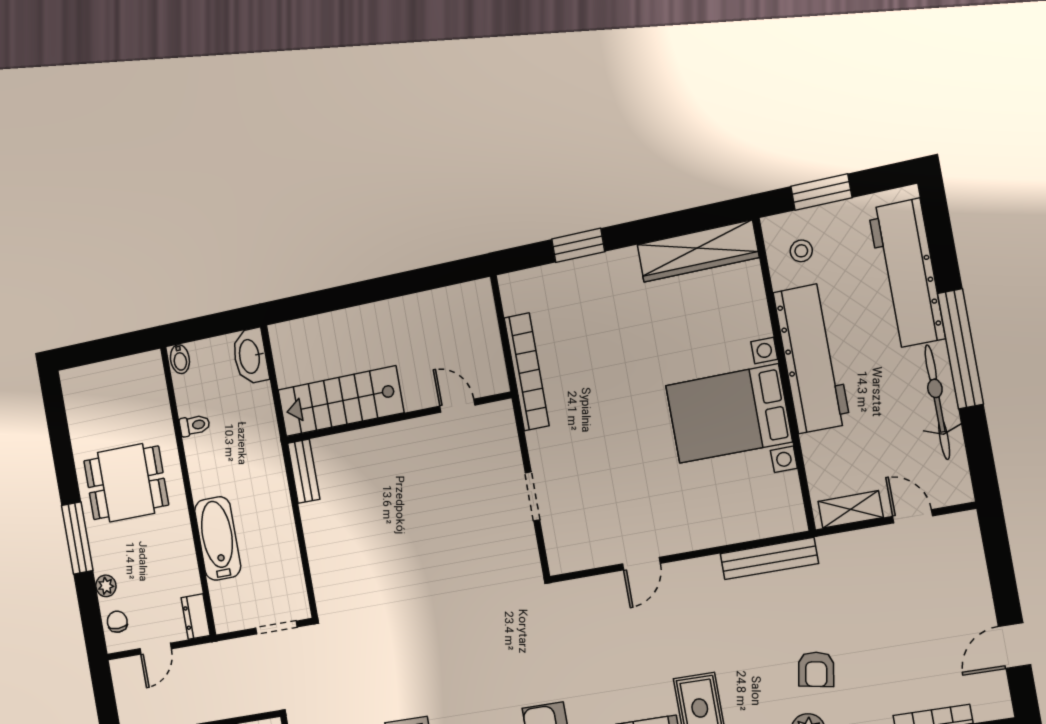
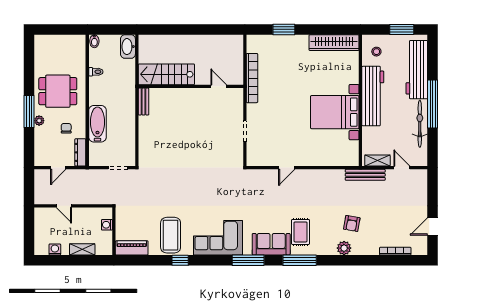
window: (821, 192) -> (402, 29), moved
bench: (769, 559) -> (365, 175), moved
plant: (106, 586) -> (39, 121), moved
dresser: (196, 617) -> (80, 152), width x1.44
chair: (117, 622) -> (66, 128), moved

